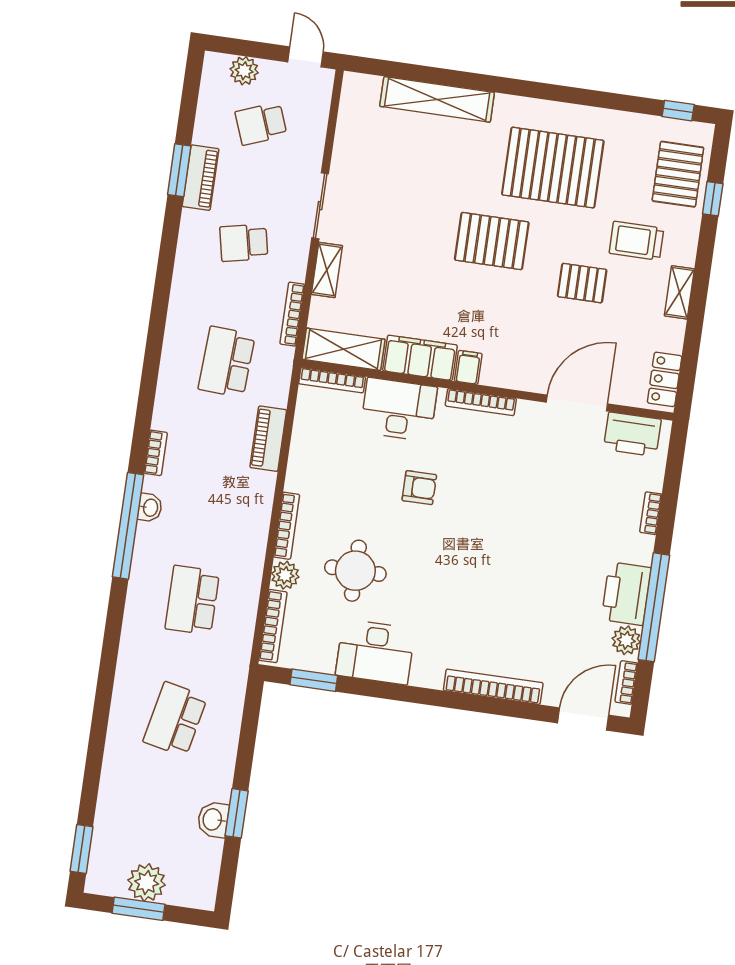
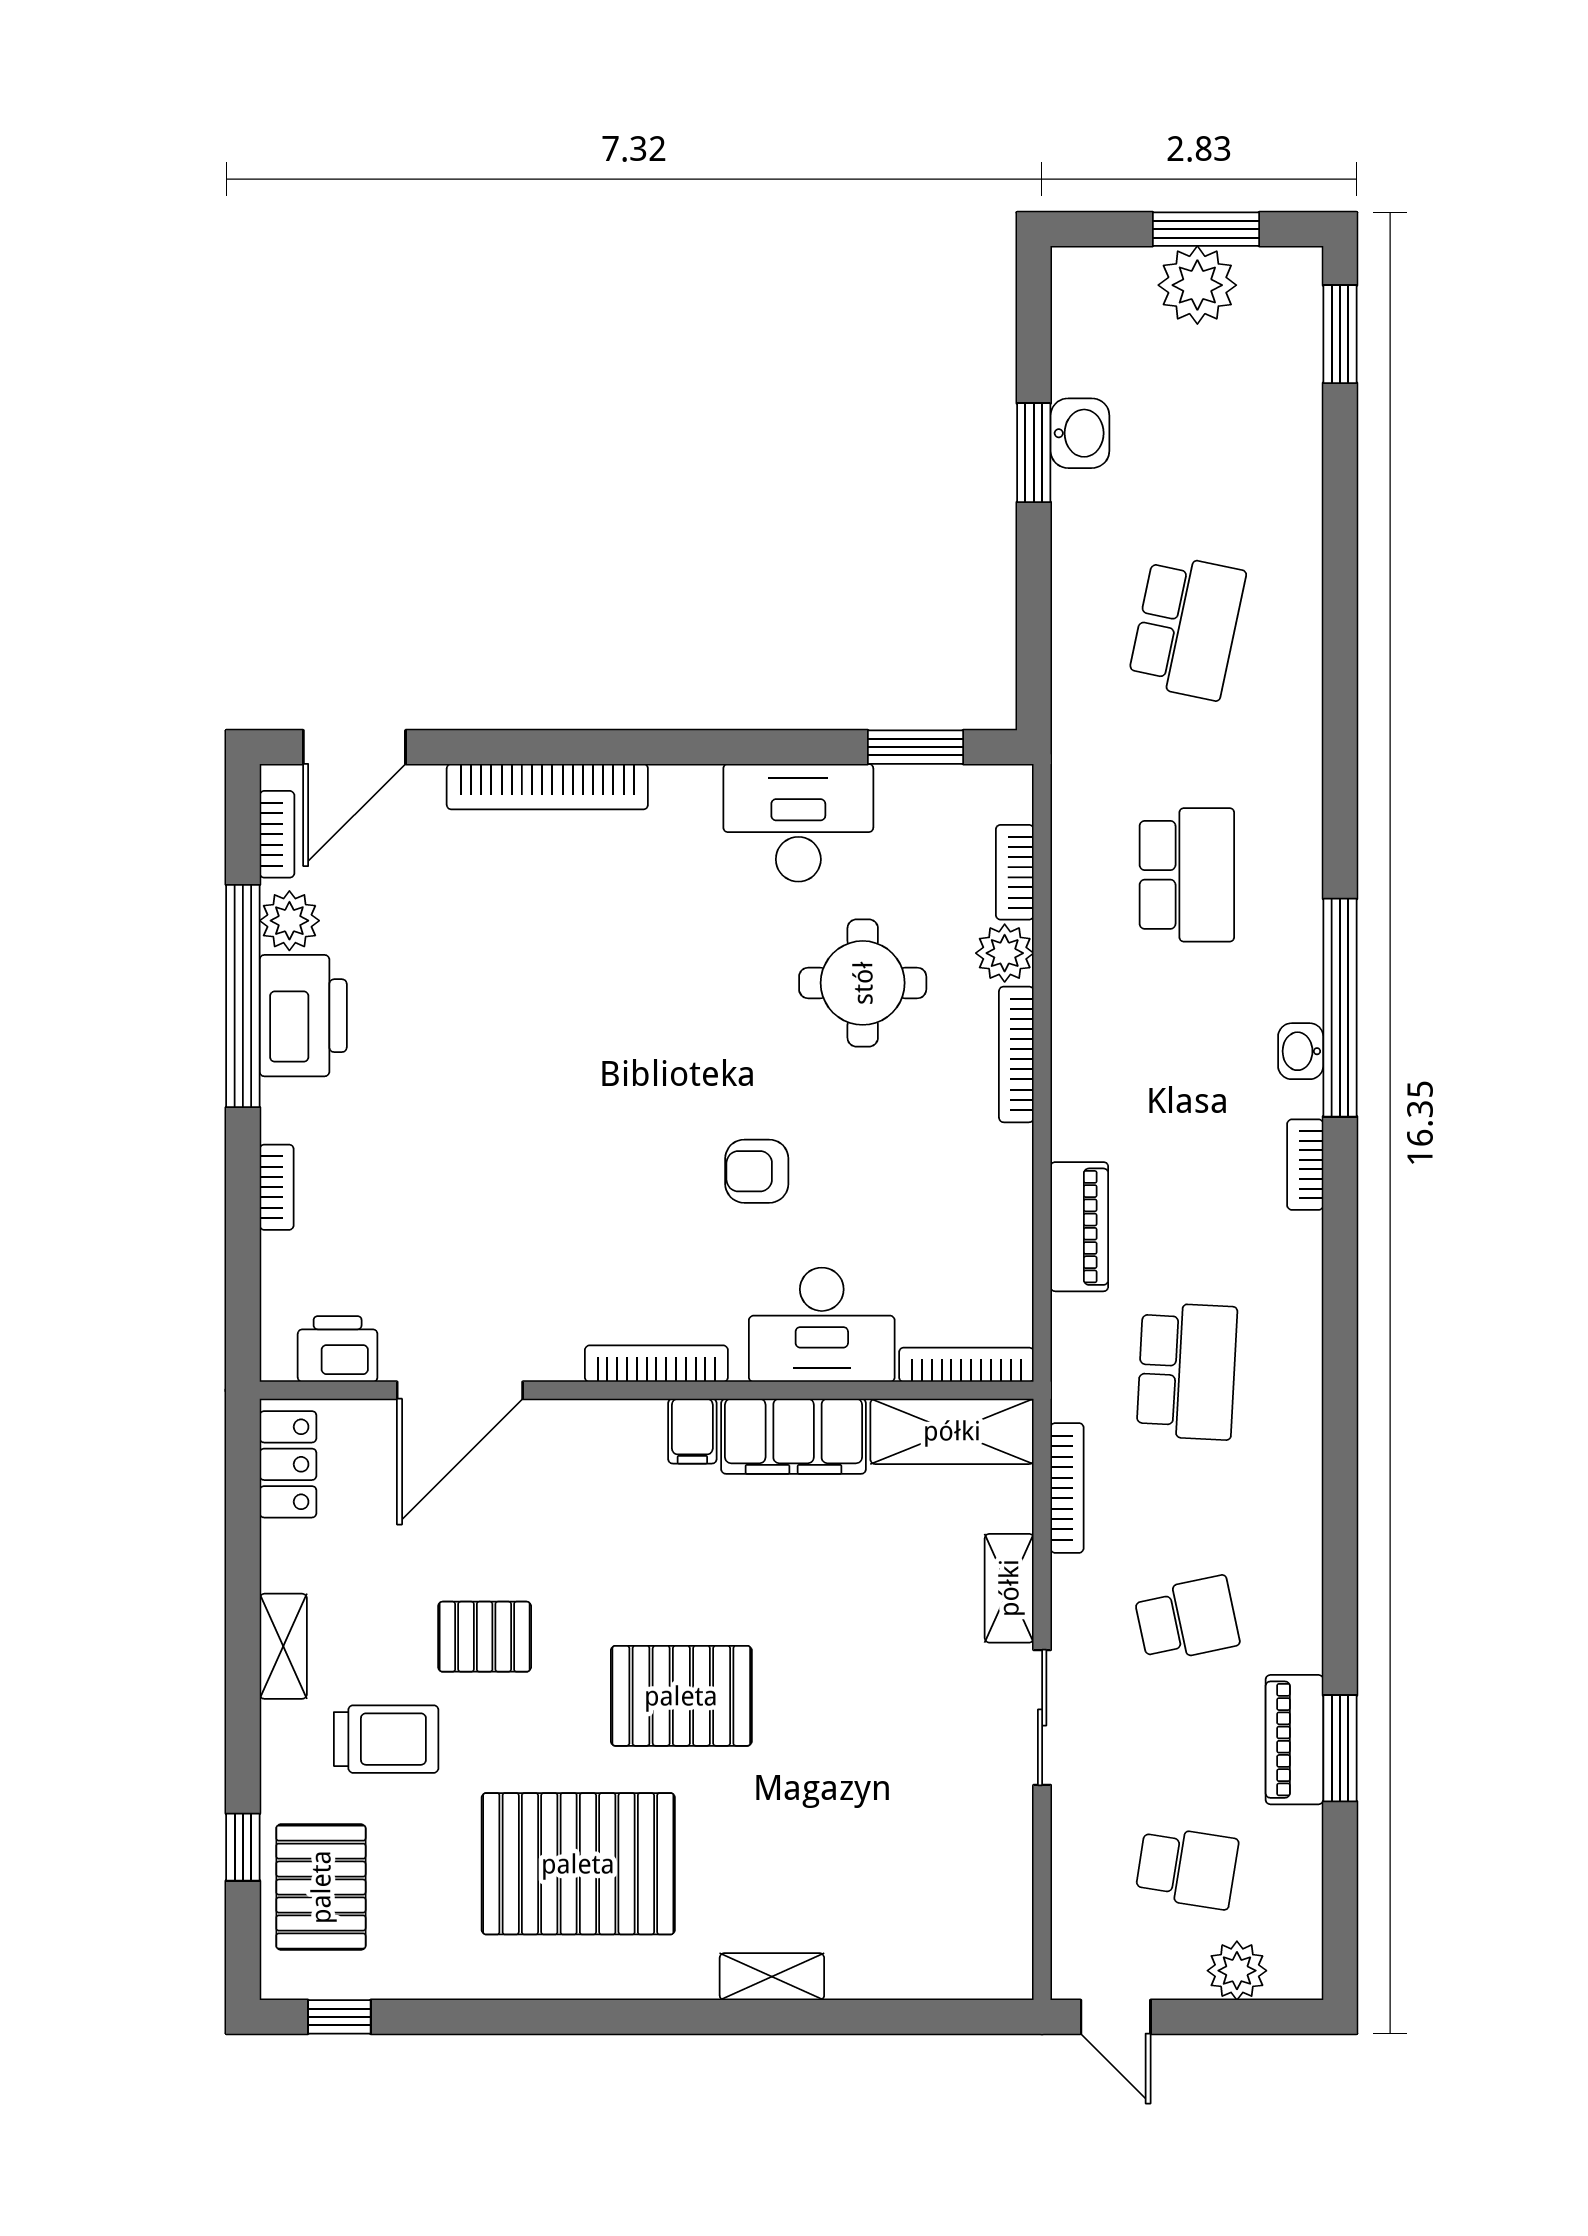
shelving: (437, 99) -> (772, 1977), width x0.45, depth x0.75
school desk: (261, 124) -> (1187, 1867), turned 30
printer: (632, 434) -> (338, 1349), width x0.73, depth x0.84
bookcase: (273, 626) -> (1015, 872), width x0.64

